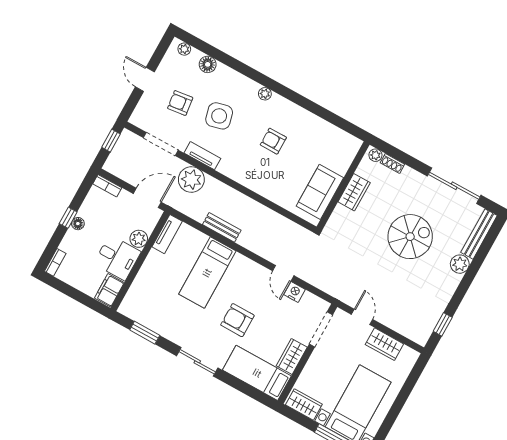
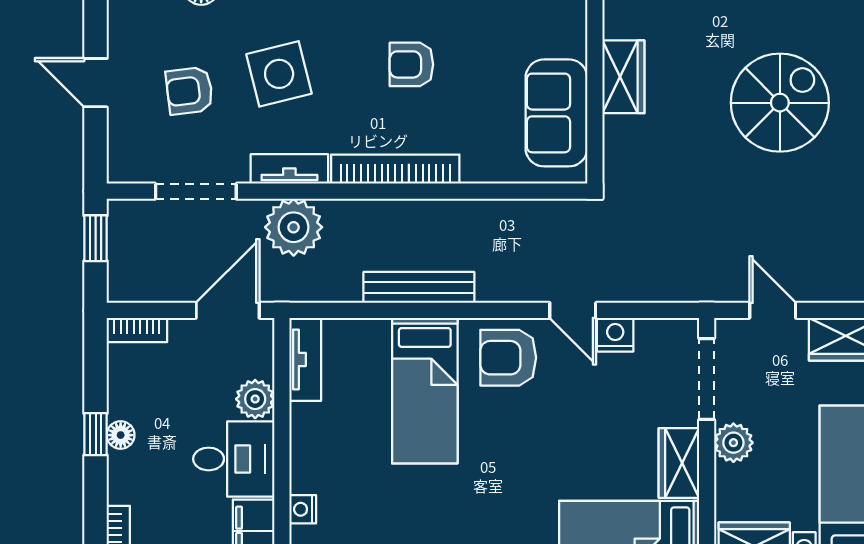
bookcase: (244, 179) -> (395, 169), added
bench: (222, 227) -> (419, 287), width x1.36
nightstand: (133, 293) -> (303, 509), added
armchair: (237, 320) -> (508, 358), moved
plant: (318, 360) -> (733, 443), added

